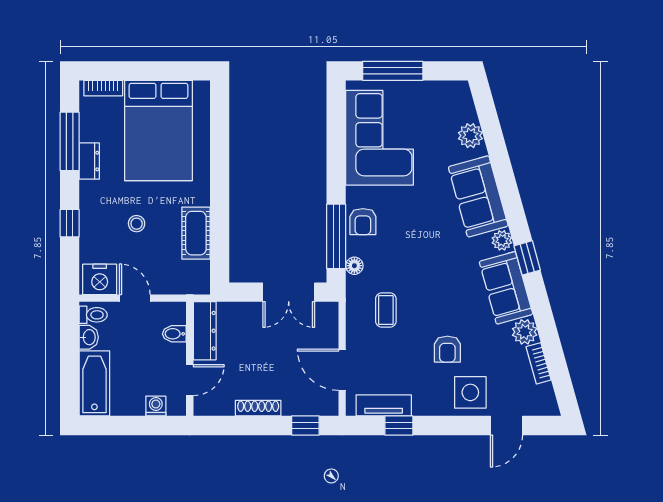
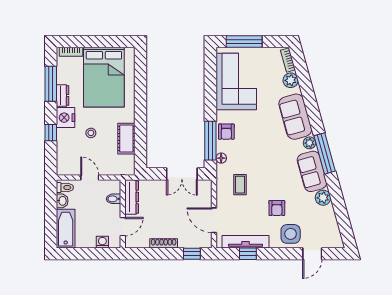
window: (527, 258) -> (325, 153), width x2.17
nightstand: (100, 279) -> (66, 118), moved, turned 90
bookcase: (539, 363) -> (288, 60), moved
tv unit: (384, 405) -> (246, 242), width x1.41

